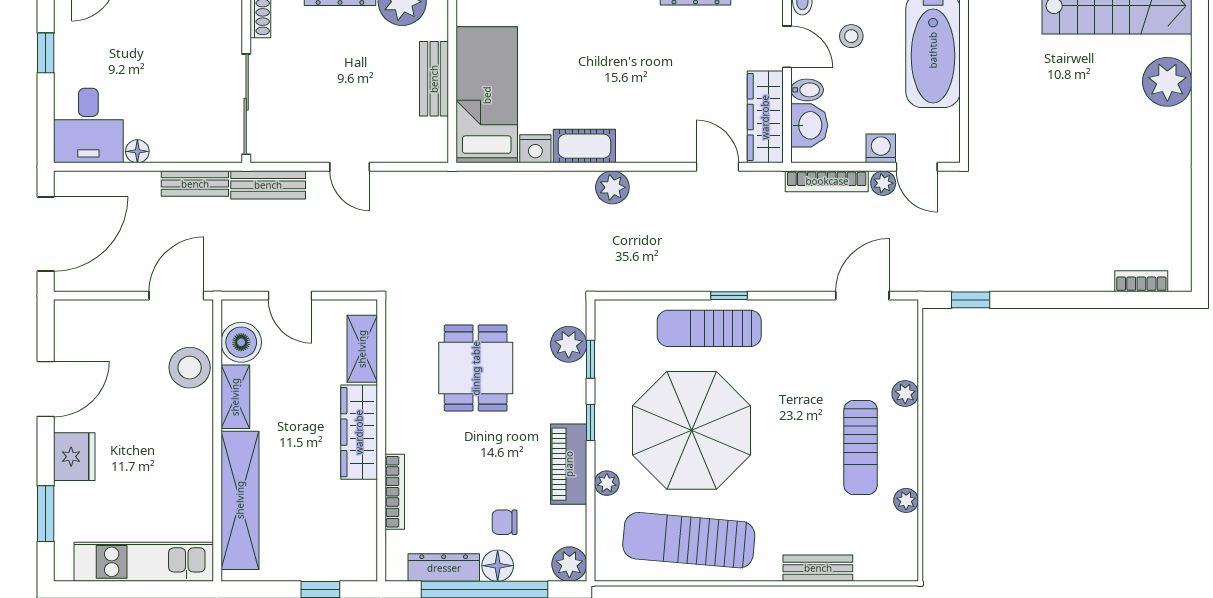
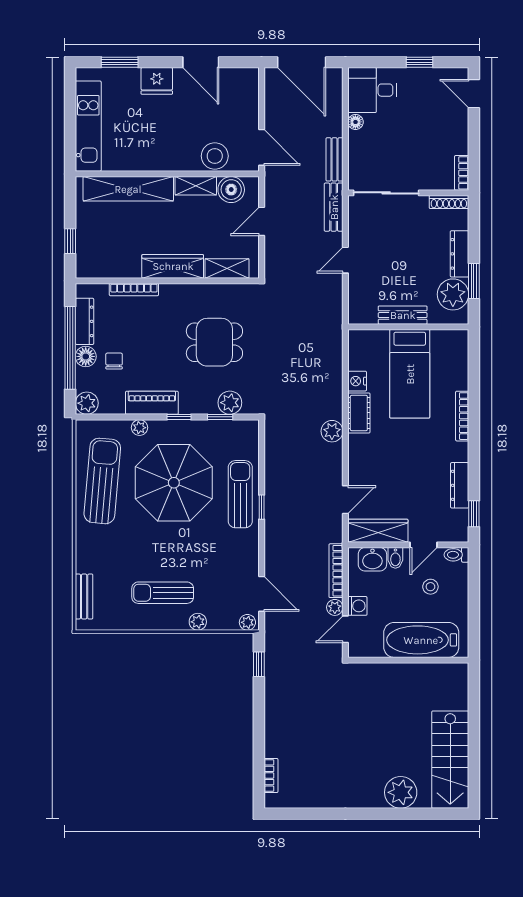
bed: (487, 95) -> (410, 374), moved, turned 90
plant: (906, 500) -> (247, 622), moved
bench: (818, 568) -> (84, 597), moved

